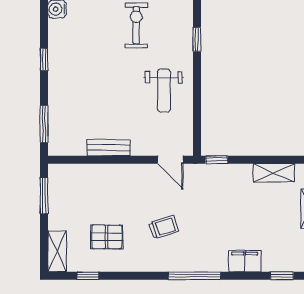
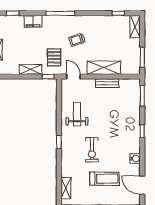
shelving: (274, 173) -> (31, 69), moved
shelving: (115, 176) -> (104, 68), added
pallet: (107, 237) -> (54, 57), moved, turned 90

